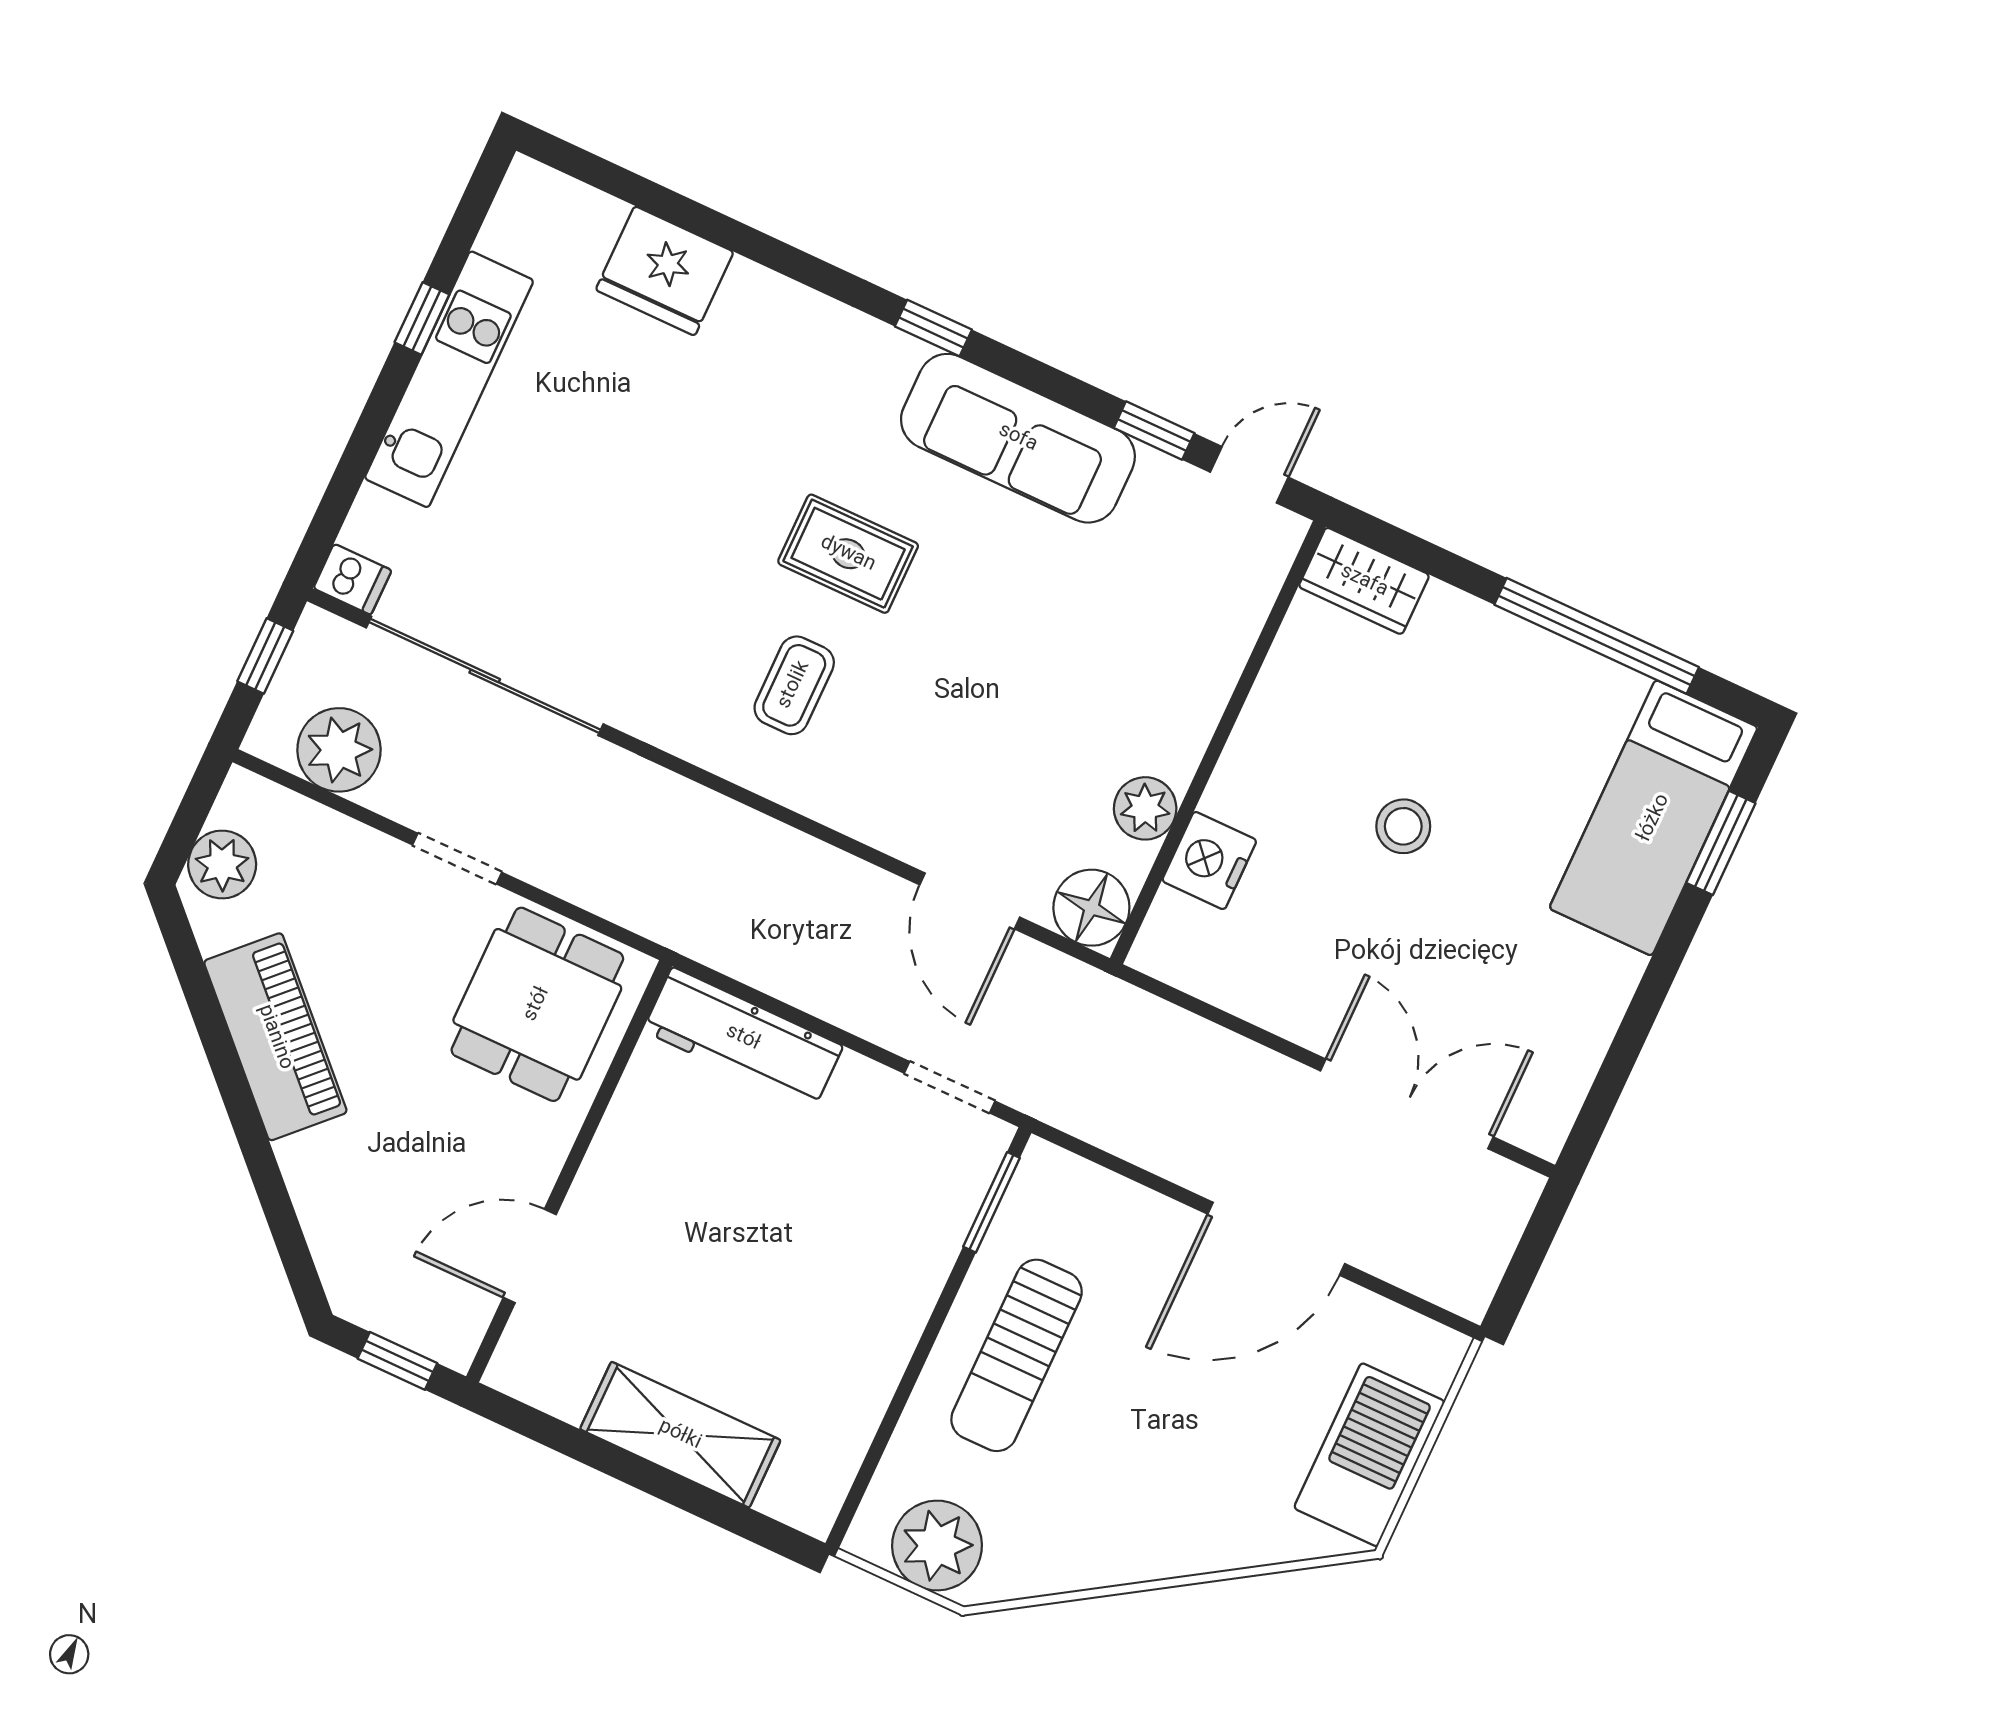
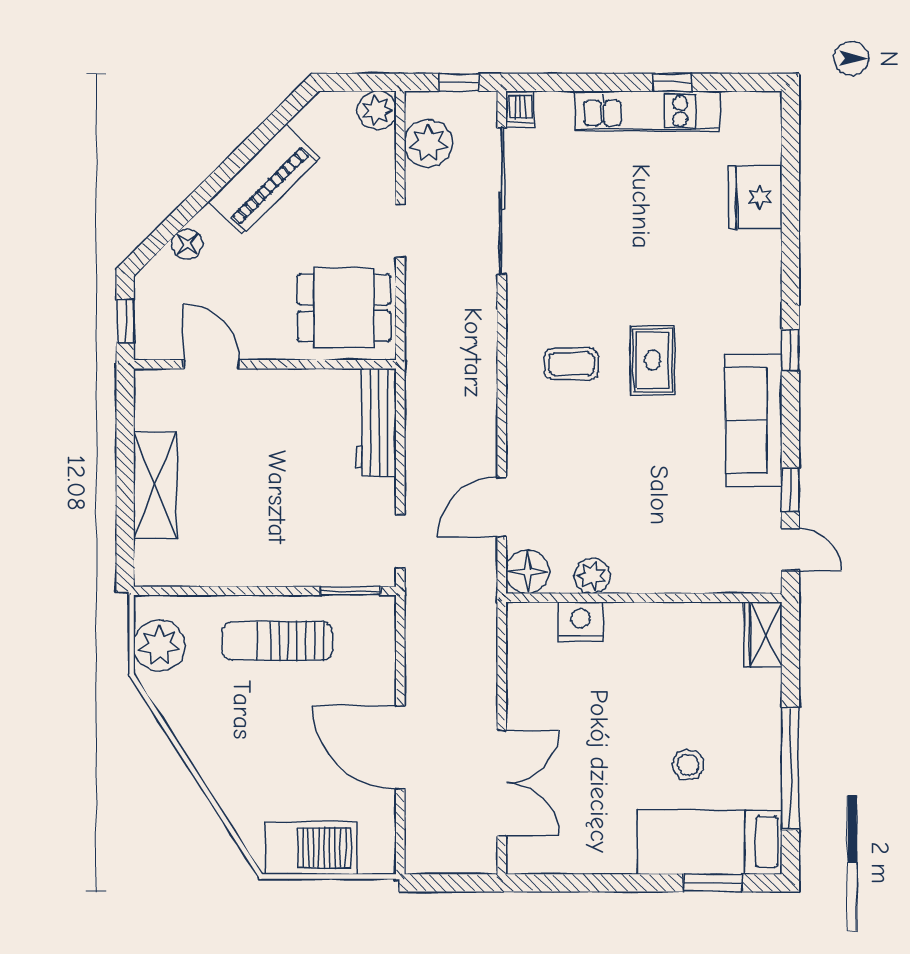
stool: (1403, 826) -> (688, 765), moved
plant: (222, 865) -> (377, 110), moved
floor lamp: (321, 1206) -> (187, 244), added

